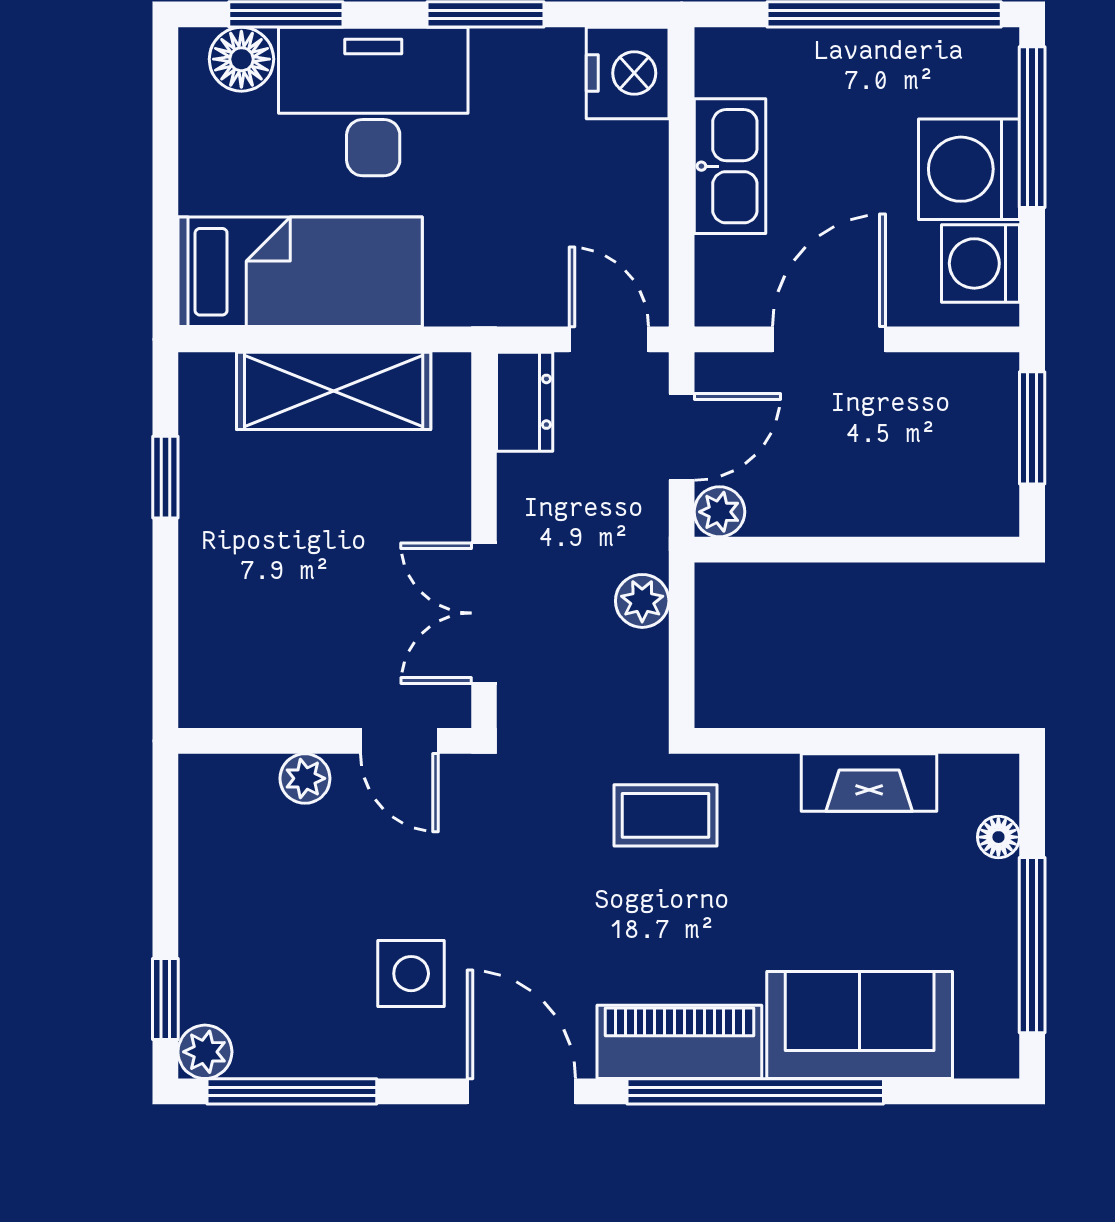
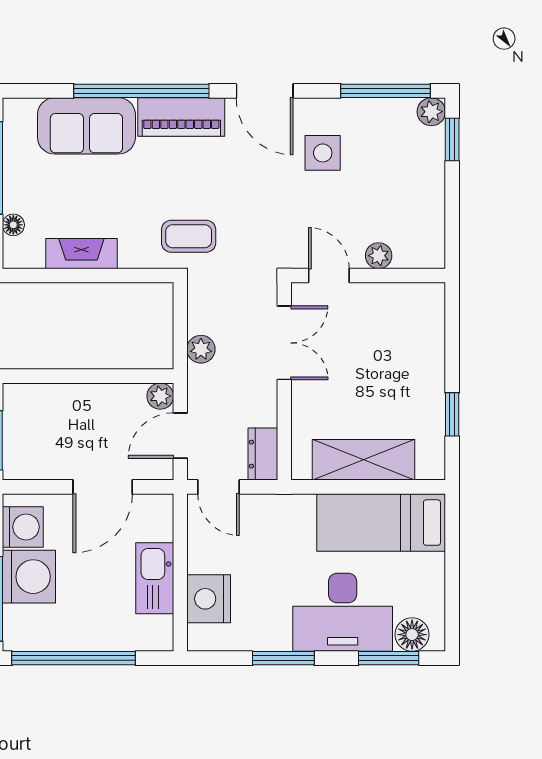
nightstand: (628, 73) -> (209, 599), moved

